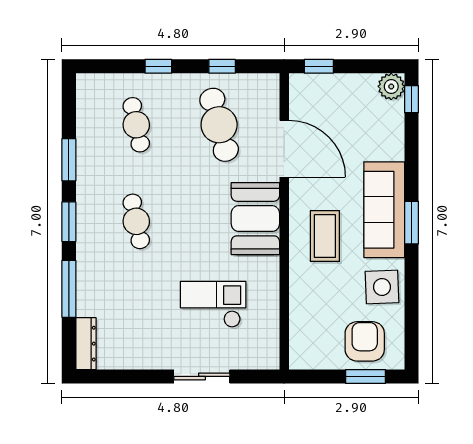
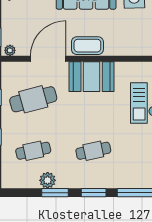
plant: (298, 87) -> (10, 50), added
plant: (89, 148) -> (48, 180), added
coffee table: (325, 236) -> (87, 46), moved

